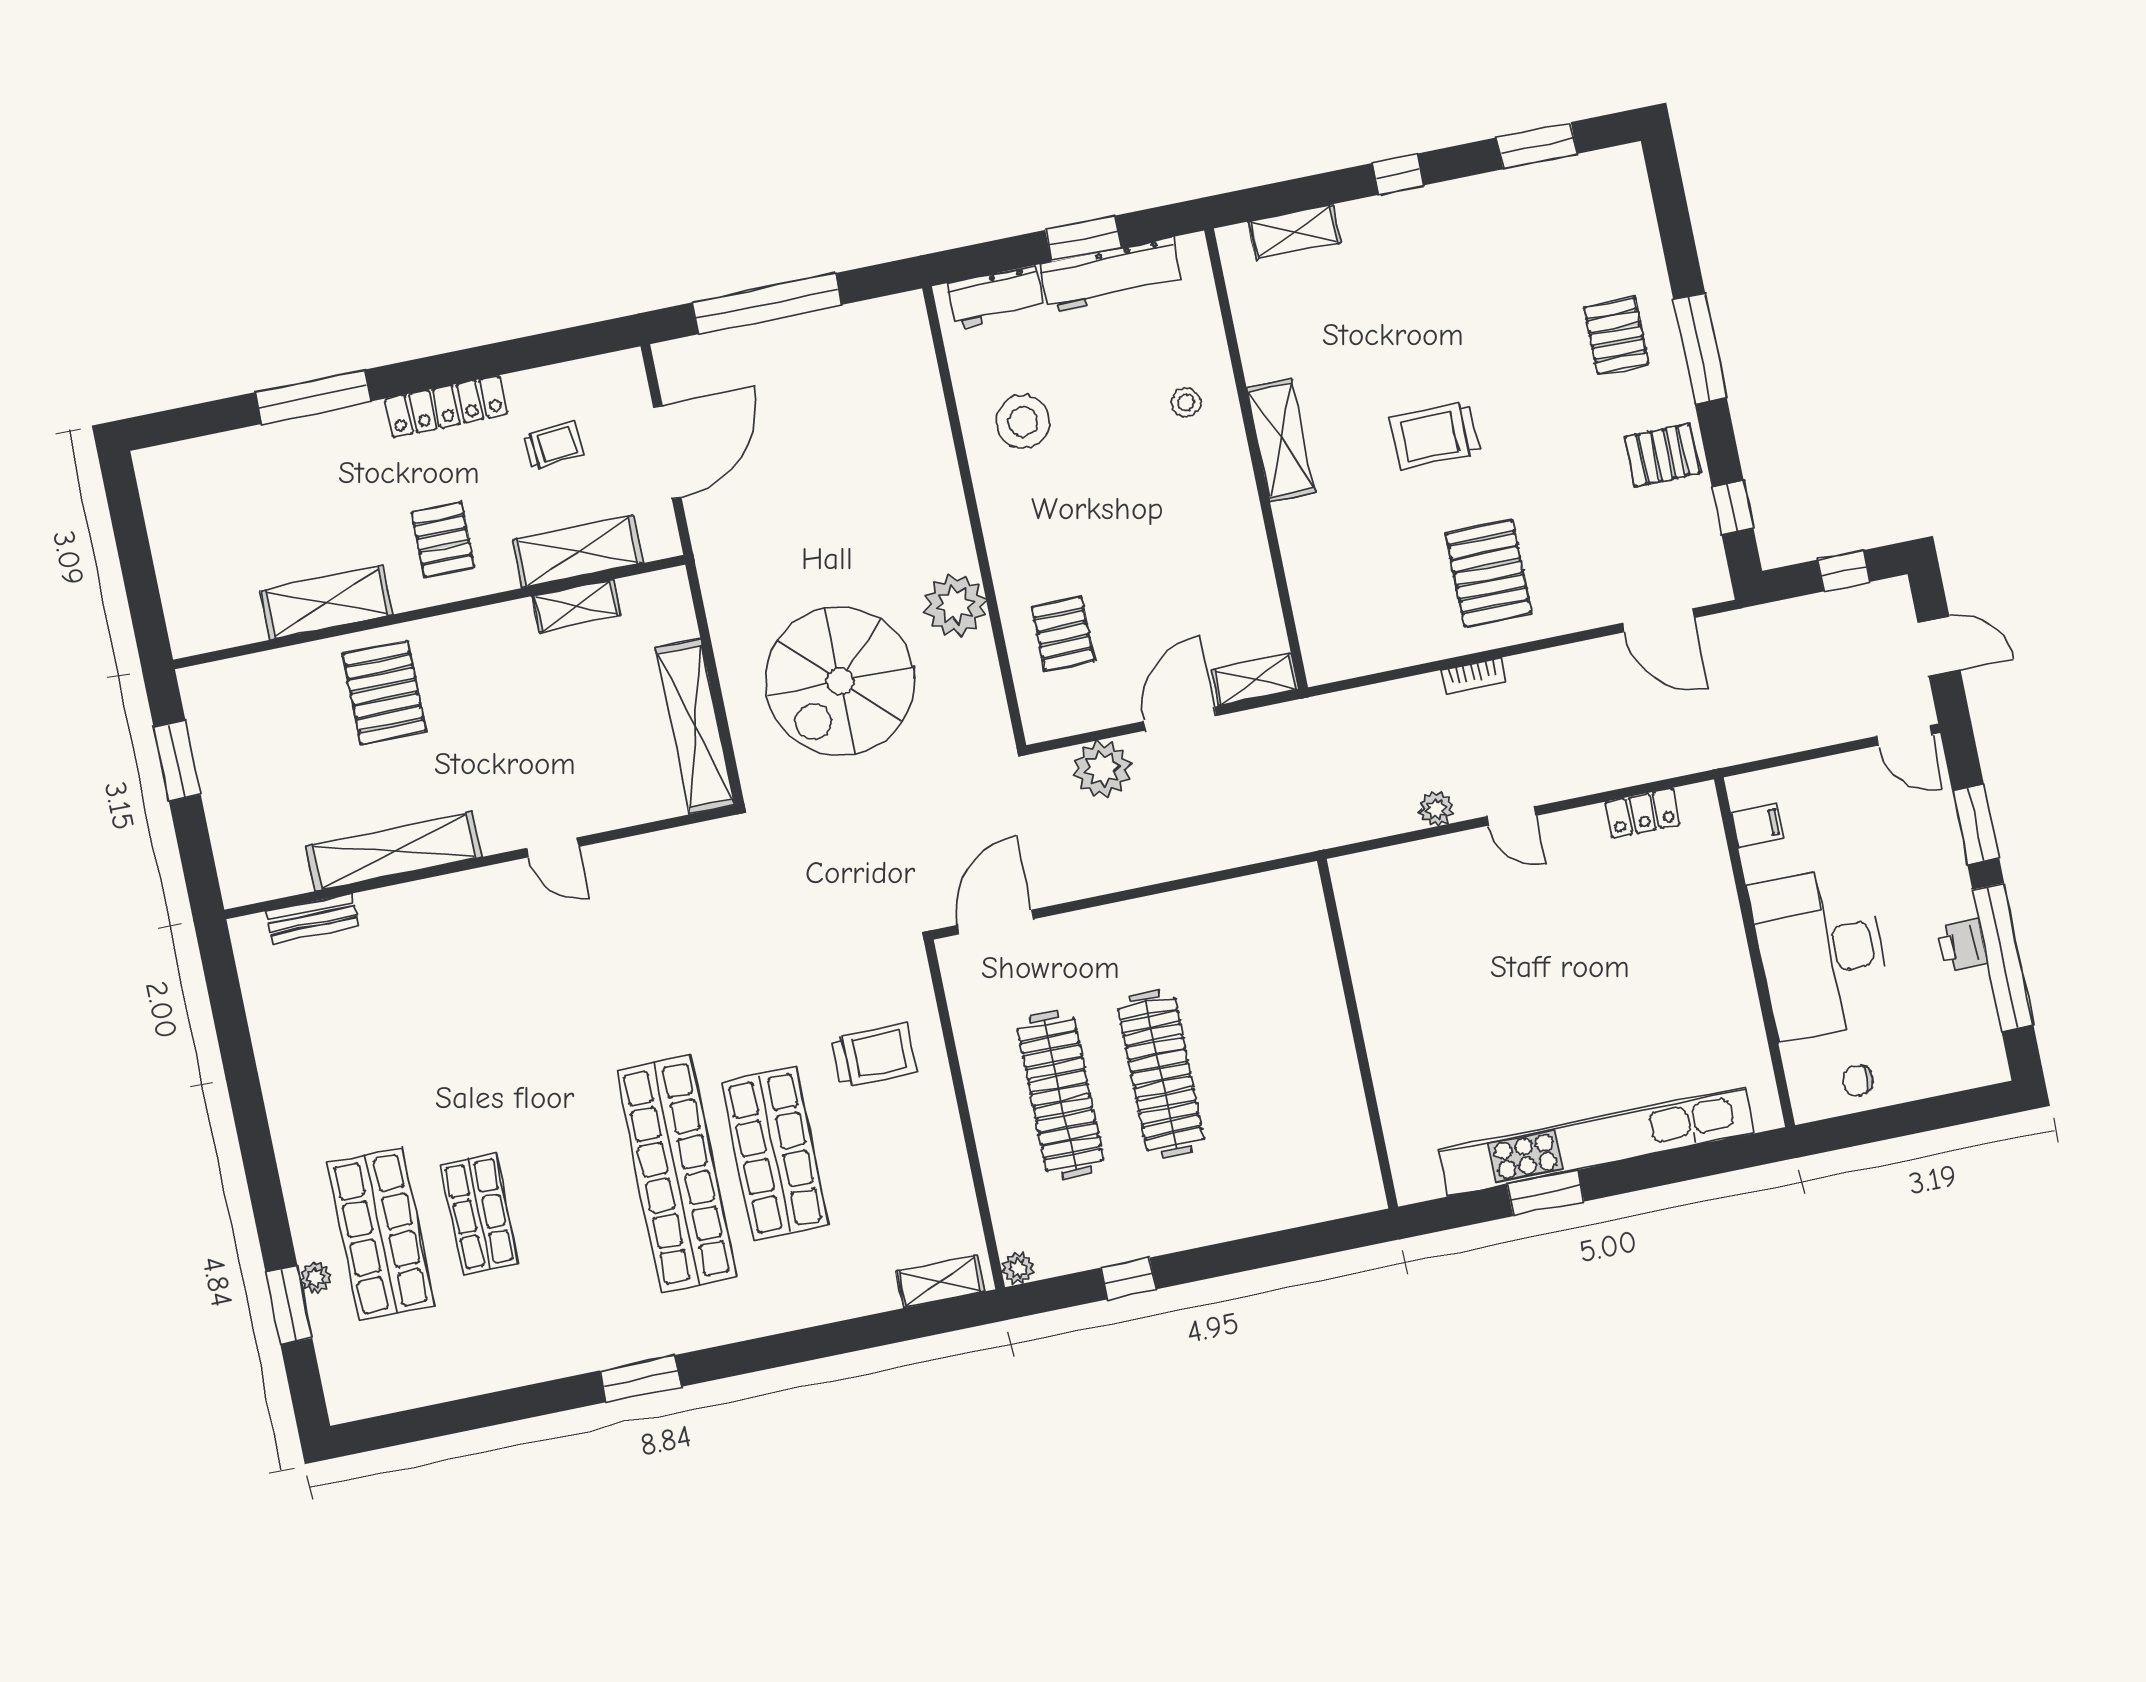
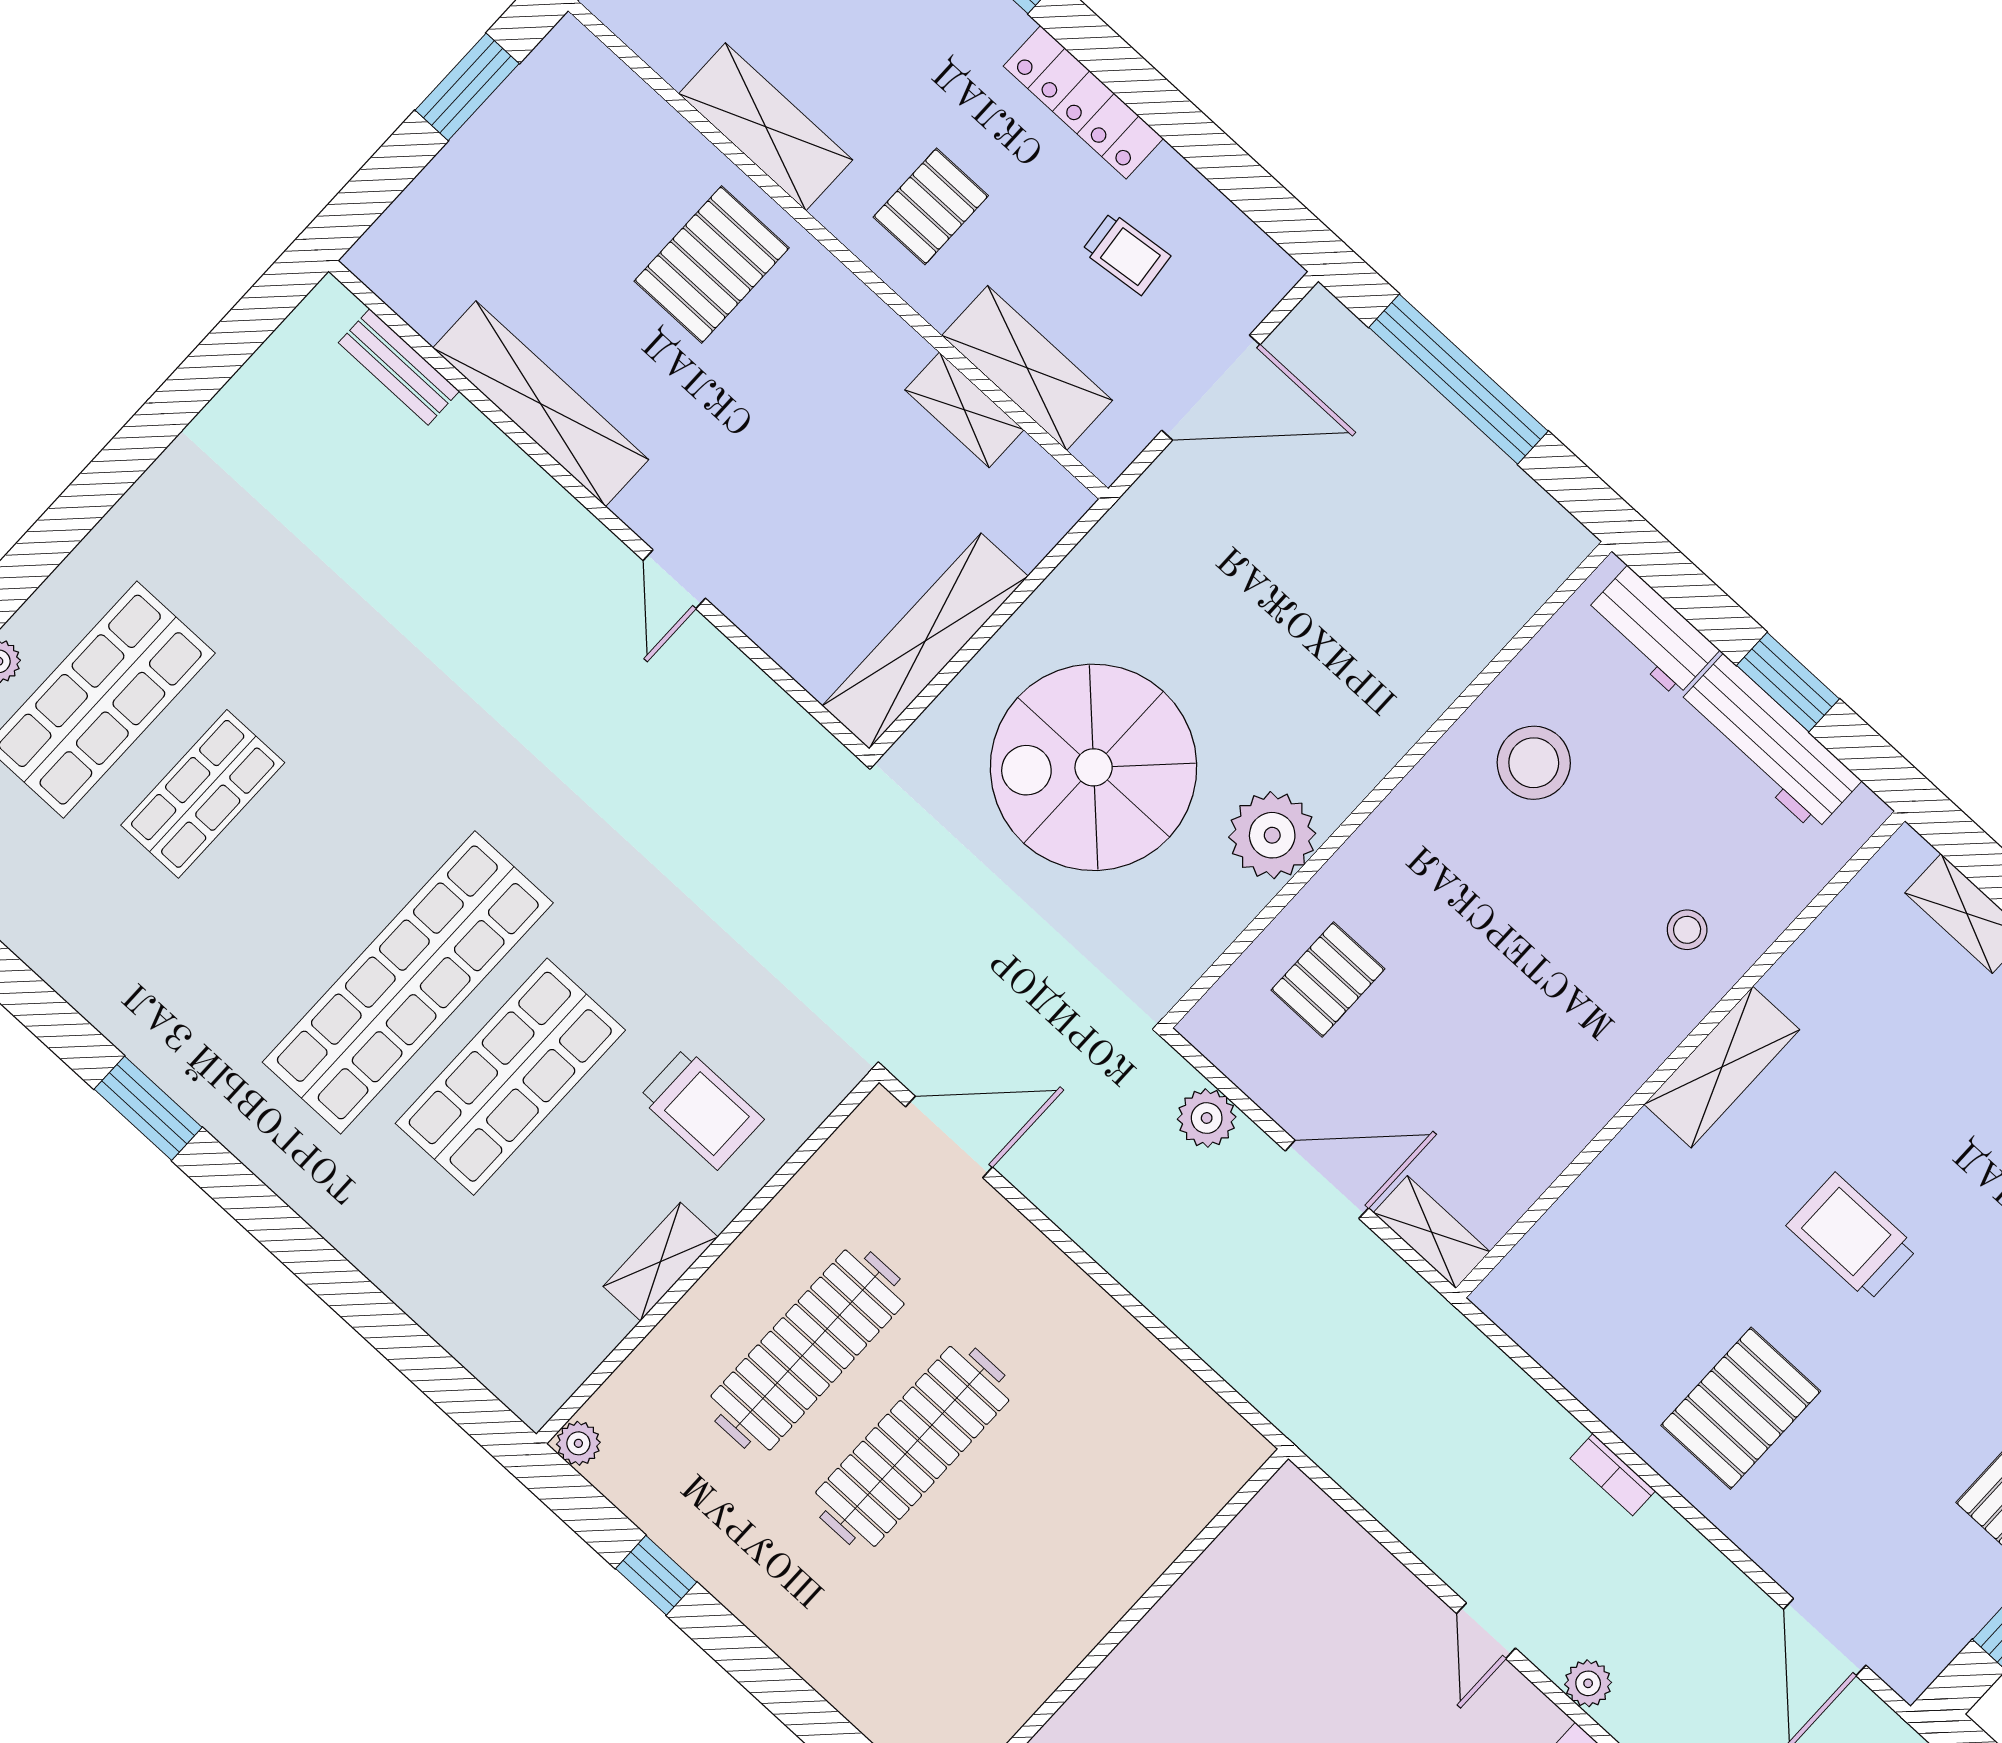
plant: (1102, 769) -> (1207, 1118), width x0.73, depth x0.73
plant: (1436, 809) -> (1588, 1683), moved
shelving: (940, 1282) -> (660, 1262), moved, turned 90

